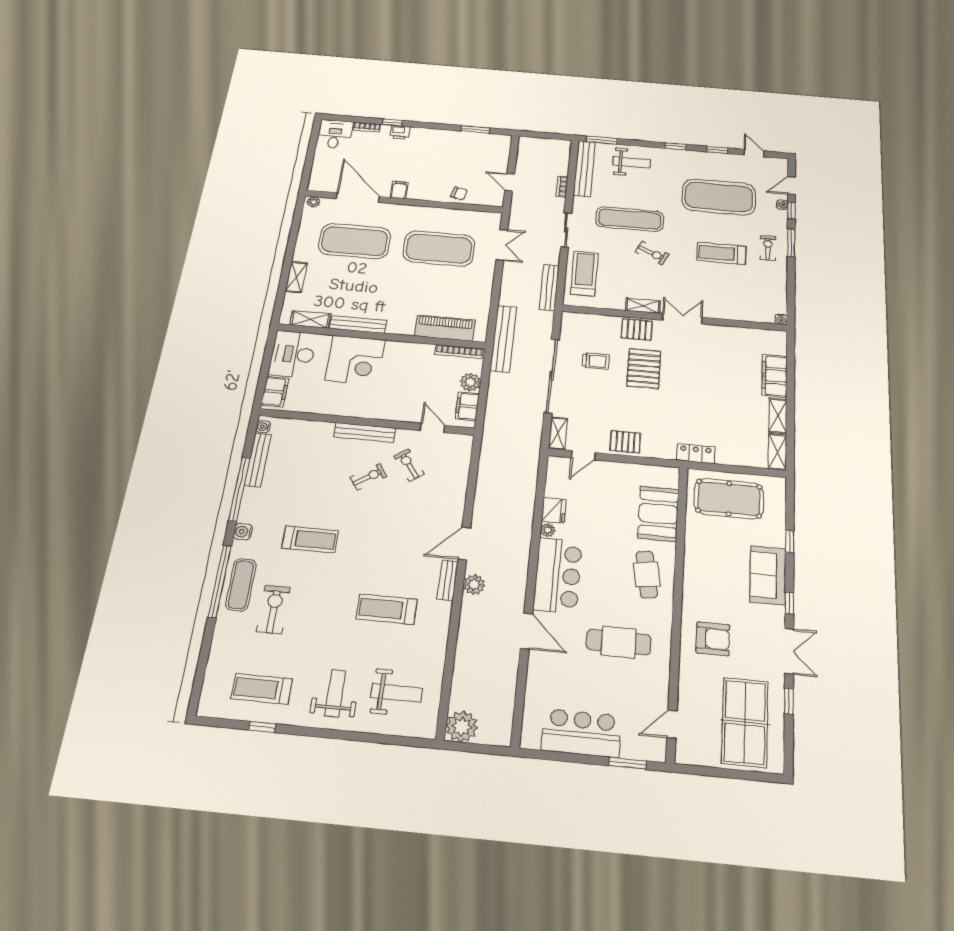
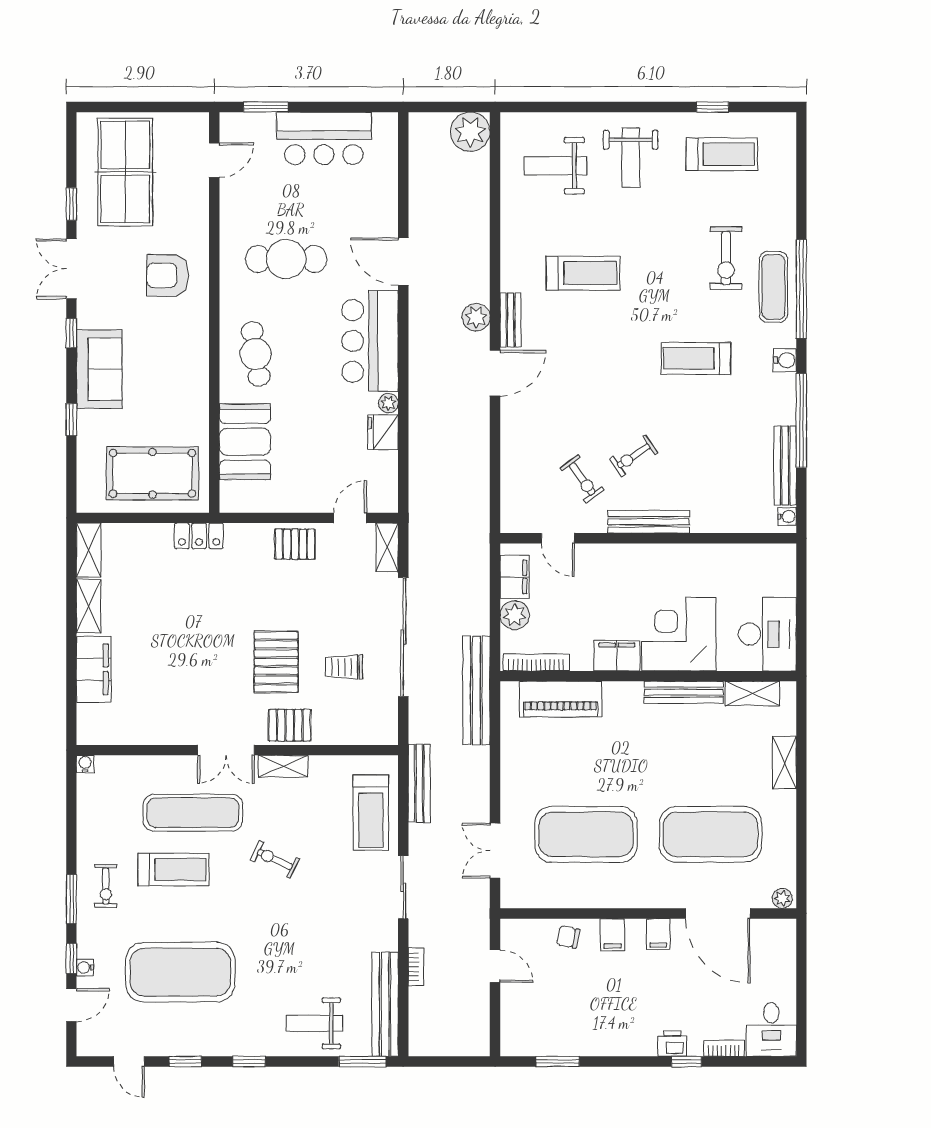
filing cabinet: (430, 192) -> (612, 935), added
exercise mat: (630, 219) -> (193, 813), moved
filing cabinet: (275, 391) -> (617, 656), moved, turned 90

